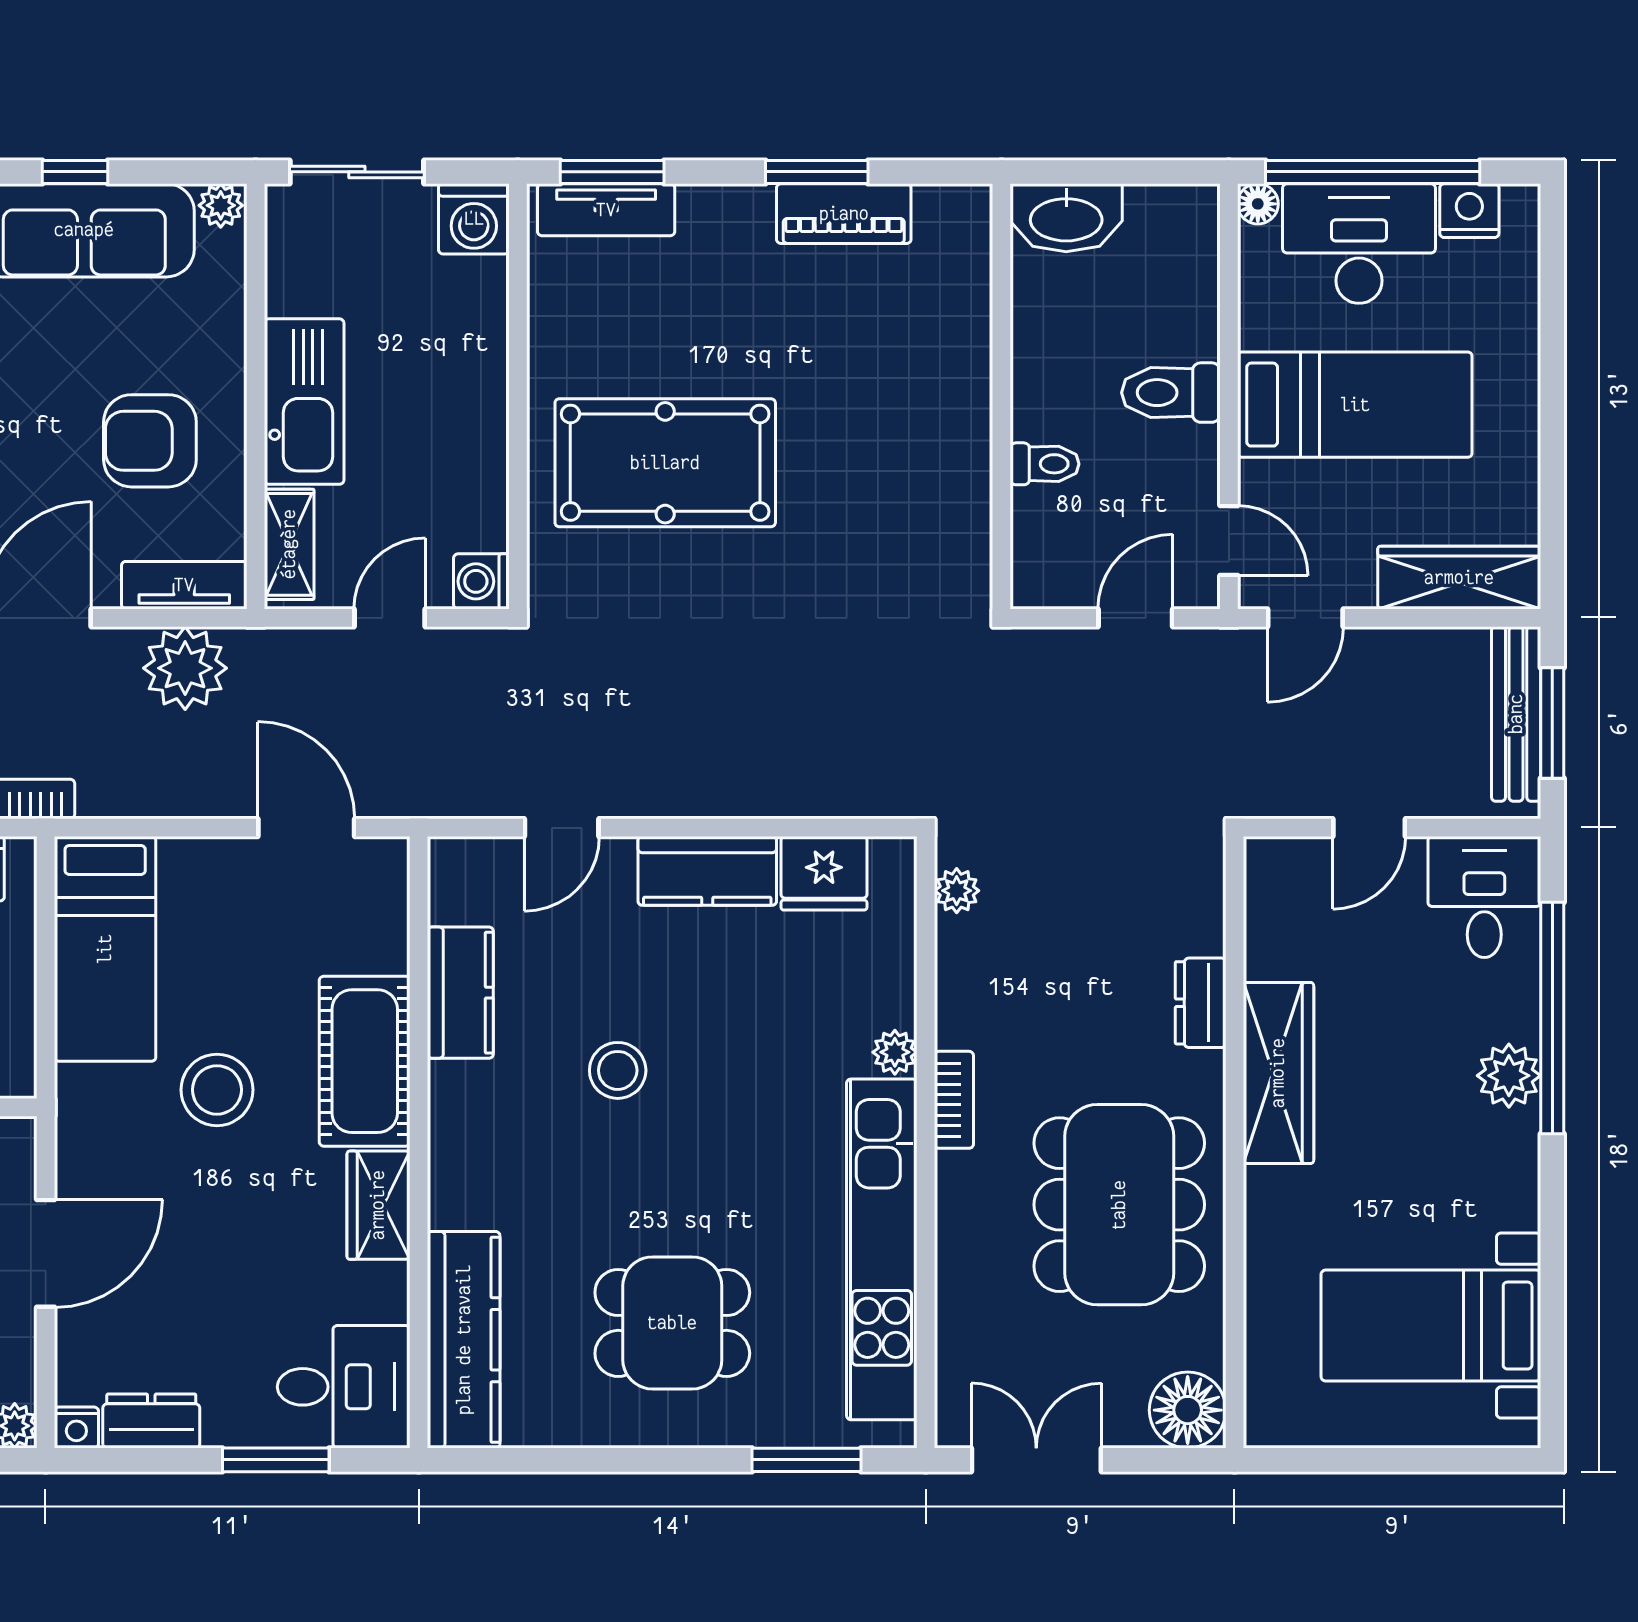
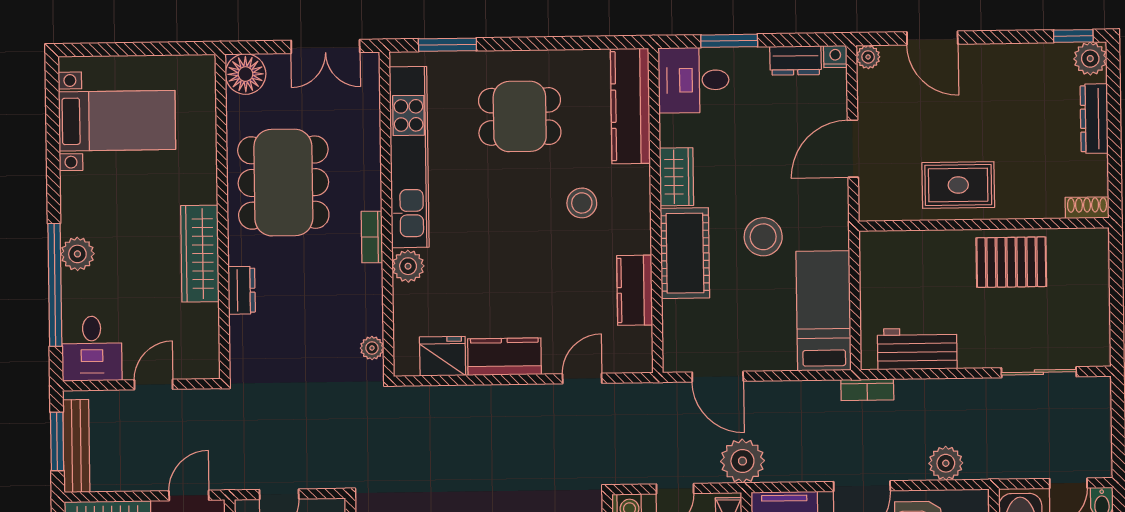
plant: (185, 668) -> (742, 461), moved
plant: (895, 1052) -> (408, 266), width x1.38, depth x1.38
stool: (618, 1070) -> (582, 203), moved

